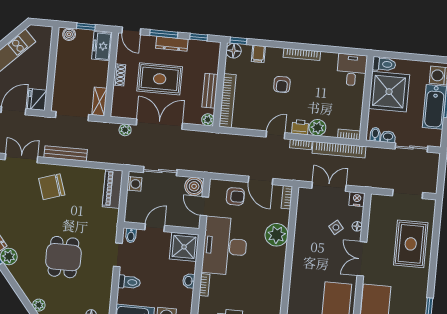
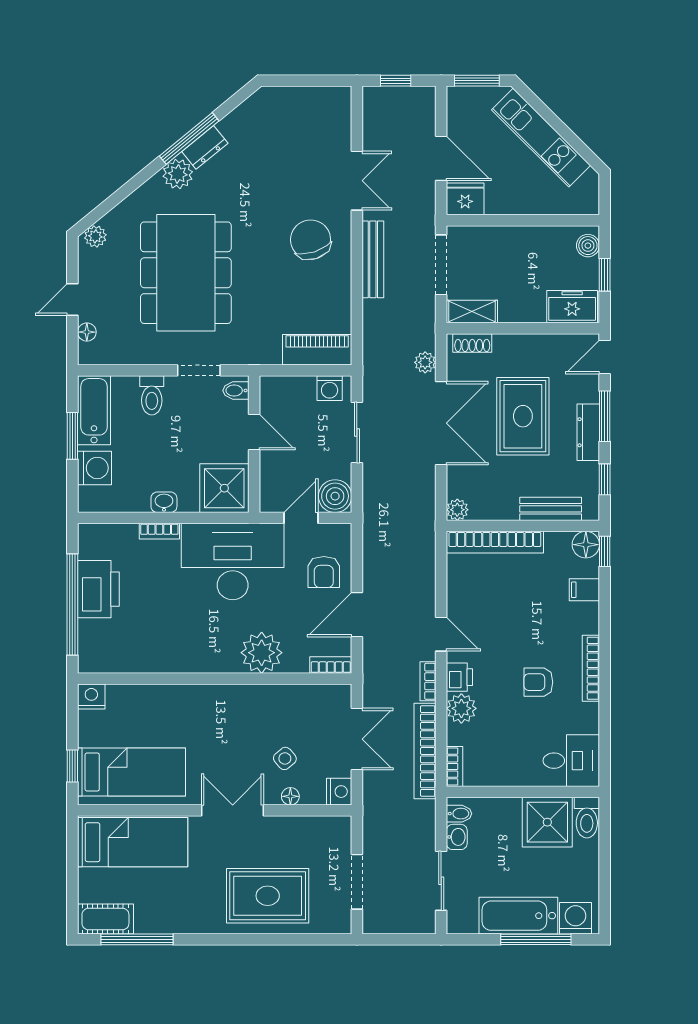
shoe rack: (119, 75) -> (472, 343), moved
armchair: (282, 84) -> (538, 682), moved
bench: (210, 91) -> (551, 509), moved
shower: (389, 92) -> (547, 822), width x0.73, depth x0.73
dining table: (63, 257) -> (186, 273), width x1.88, depth x1.24

